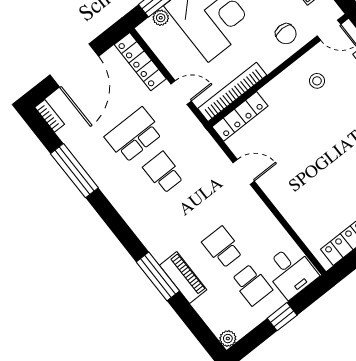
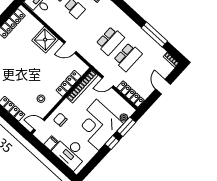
door: (74, 66) -> (163, 87), width x0.53
locker: (240, 116) -> (69, 83), moved
school desk: (163, 172) -> (110, 41), width x1.85
shower: (290, 195) -> (45, 40), added

